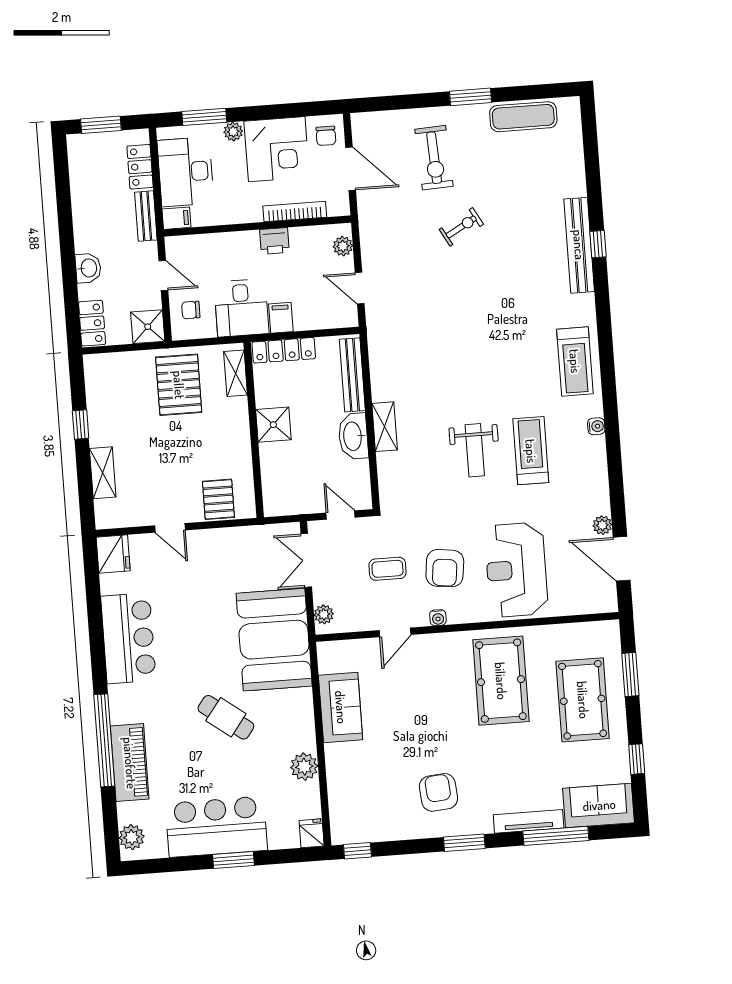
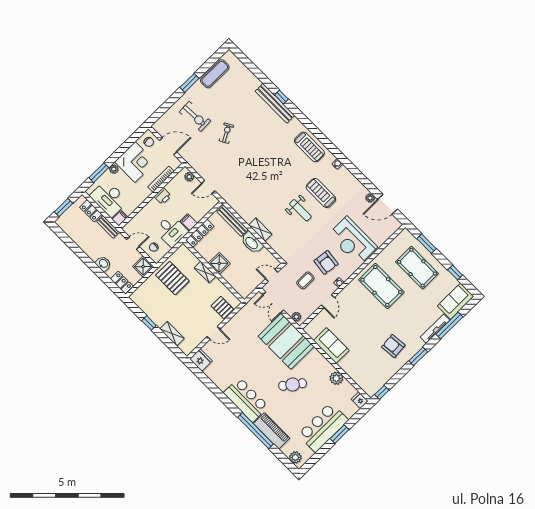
shelving: (236, 373) -> (205, 272), moved
bar counter: (128, 638) -> (246, 400), moved

